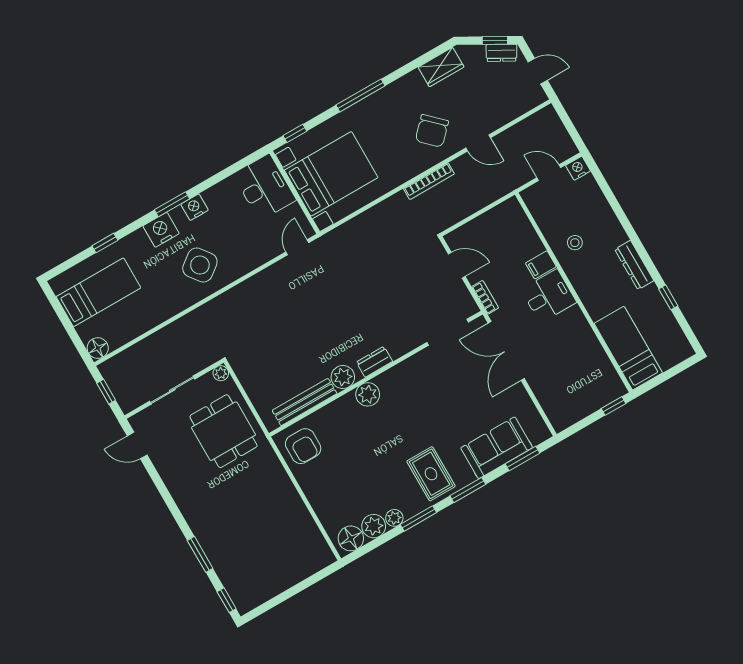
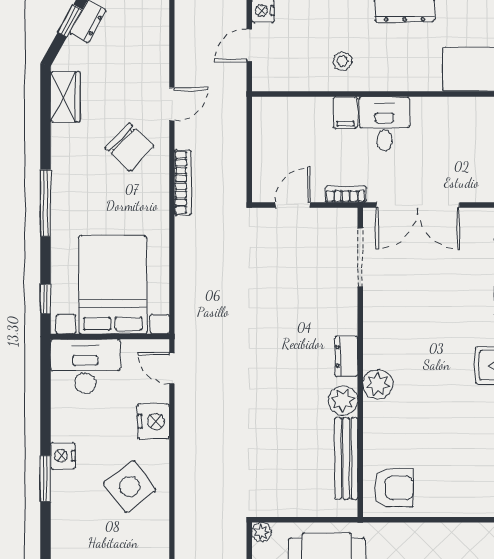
nightstand: (161, 230) -> (153, 421), moved, turned 180

